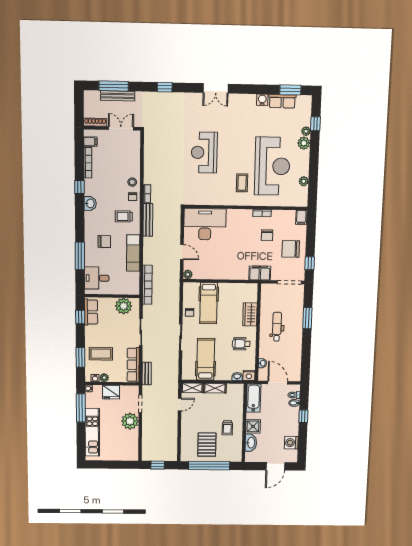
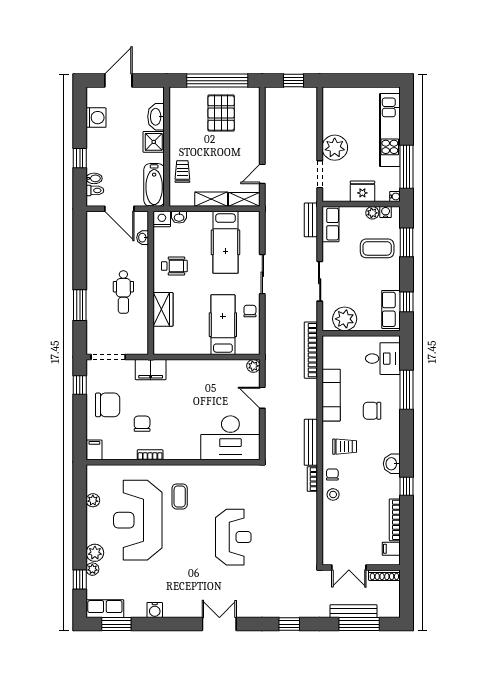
row of seats: (282, 101) -> (105, 609), moved
row of seats: (133, 365) -> (330, 224), width x0.68
trolley: (227, 428) -> (182, 171), moved

